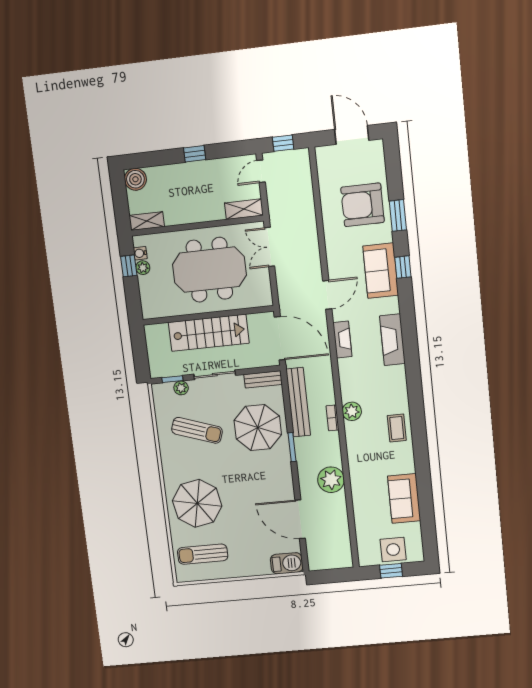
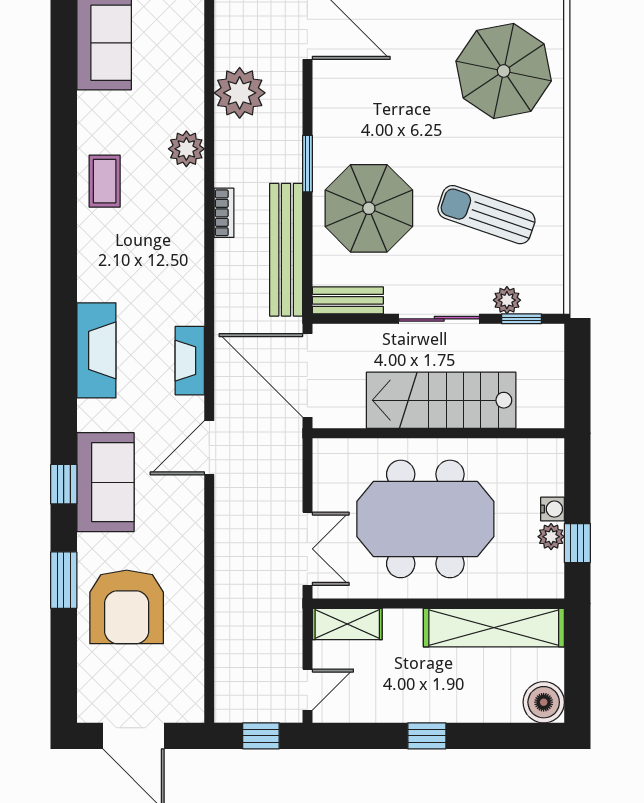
armchair: (363, 205) -> (127, 607), turned 90
shelving: (147, 221) -> (494, 628), width x2.20, depth x1.33
water cooler: (140, 253) -> (552, 509), moved
plant: (352, 411) -> (186, 149), moved

